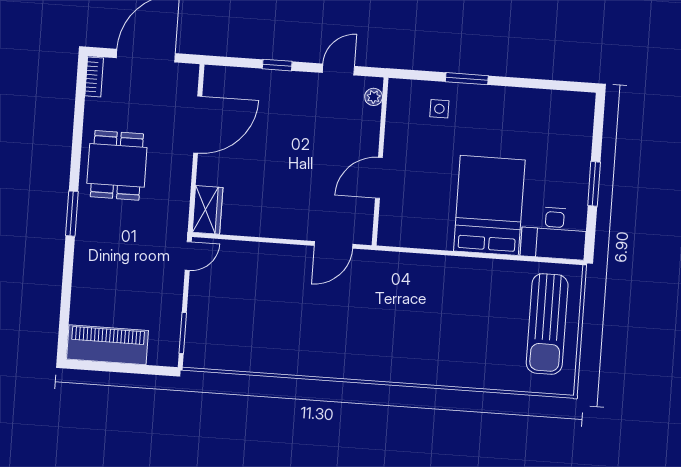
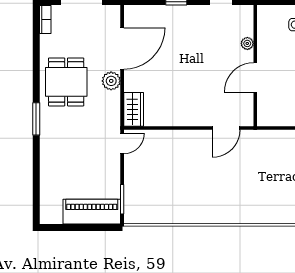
plant: (374, 97) -> (247, 43), moved
plant: (179, 168) -> (111, 81), added
piano: (107, 345) -> (92, 212), moved

